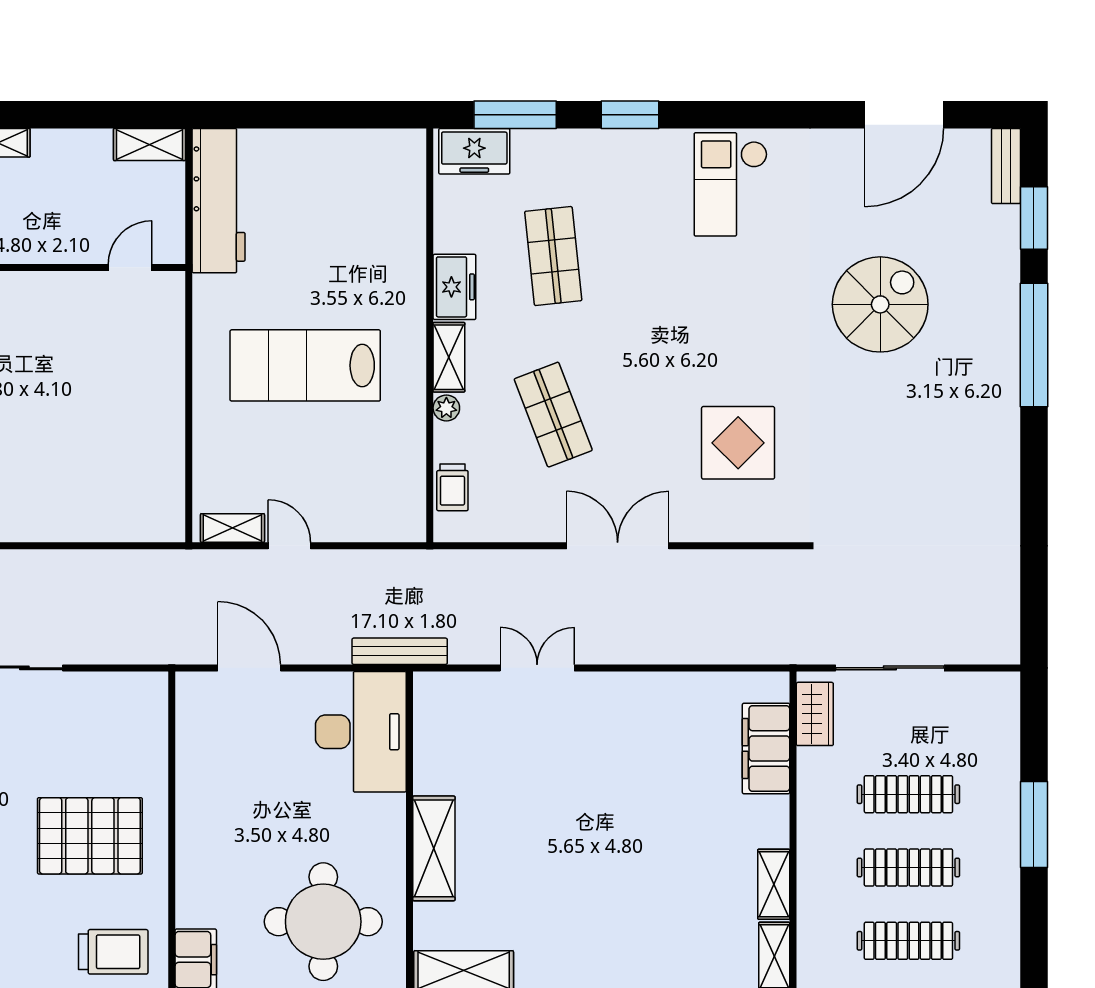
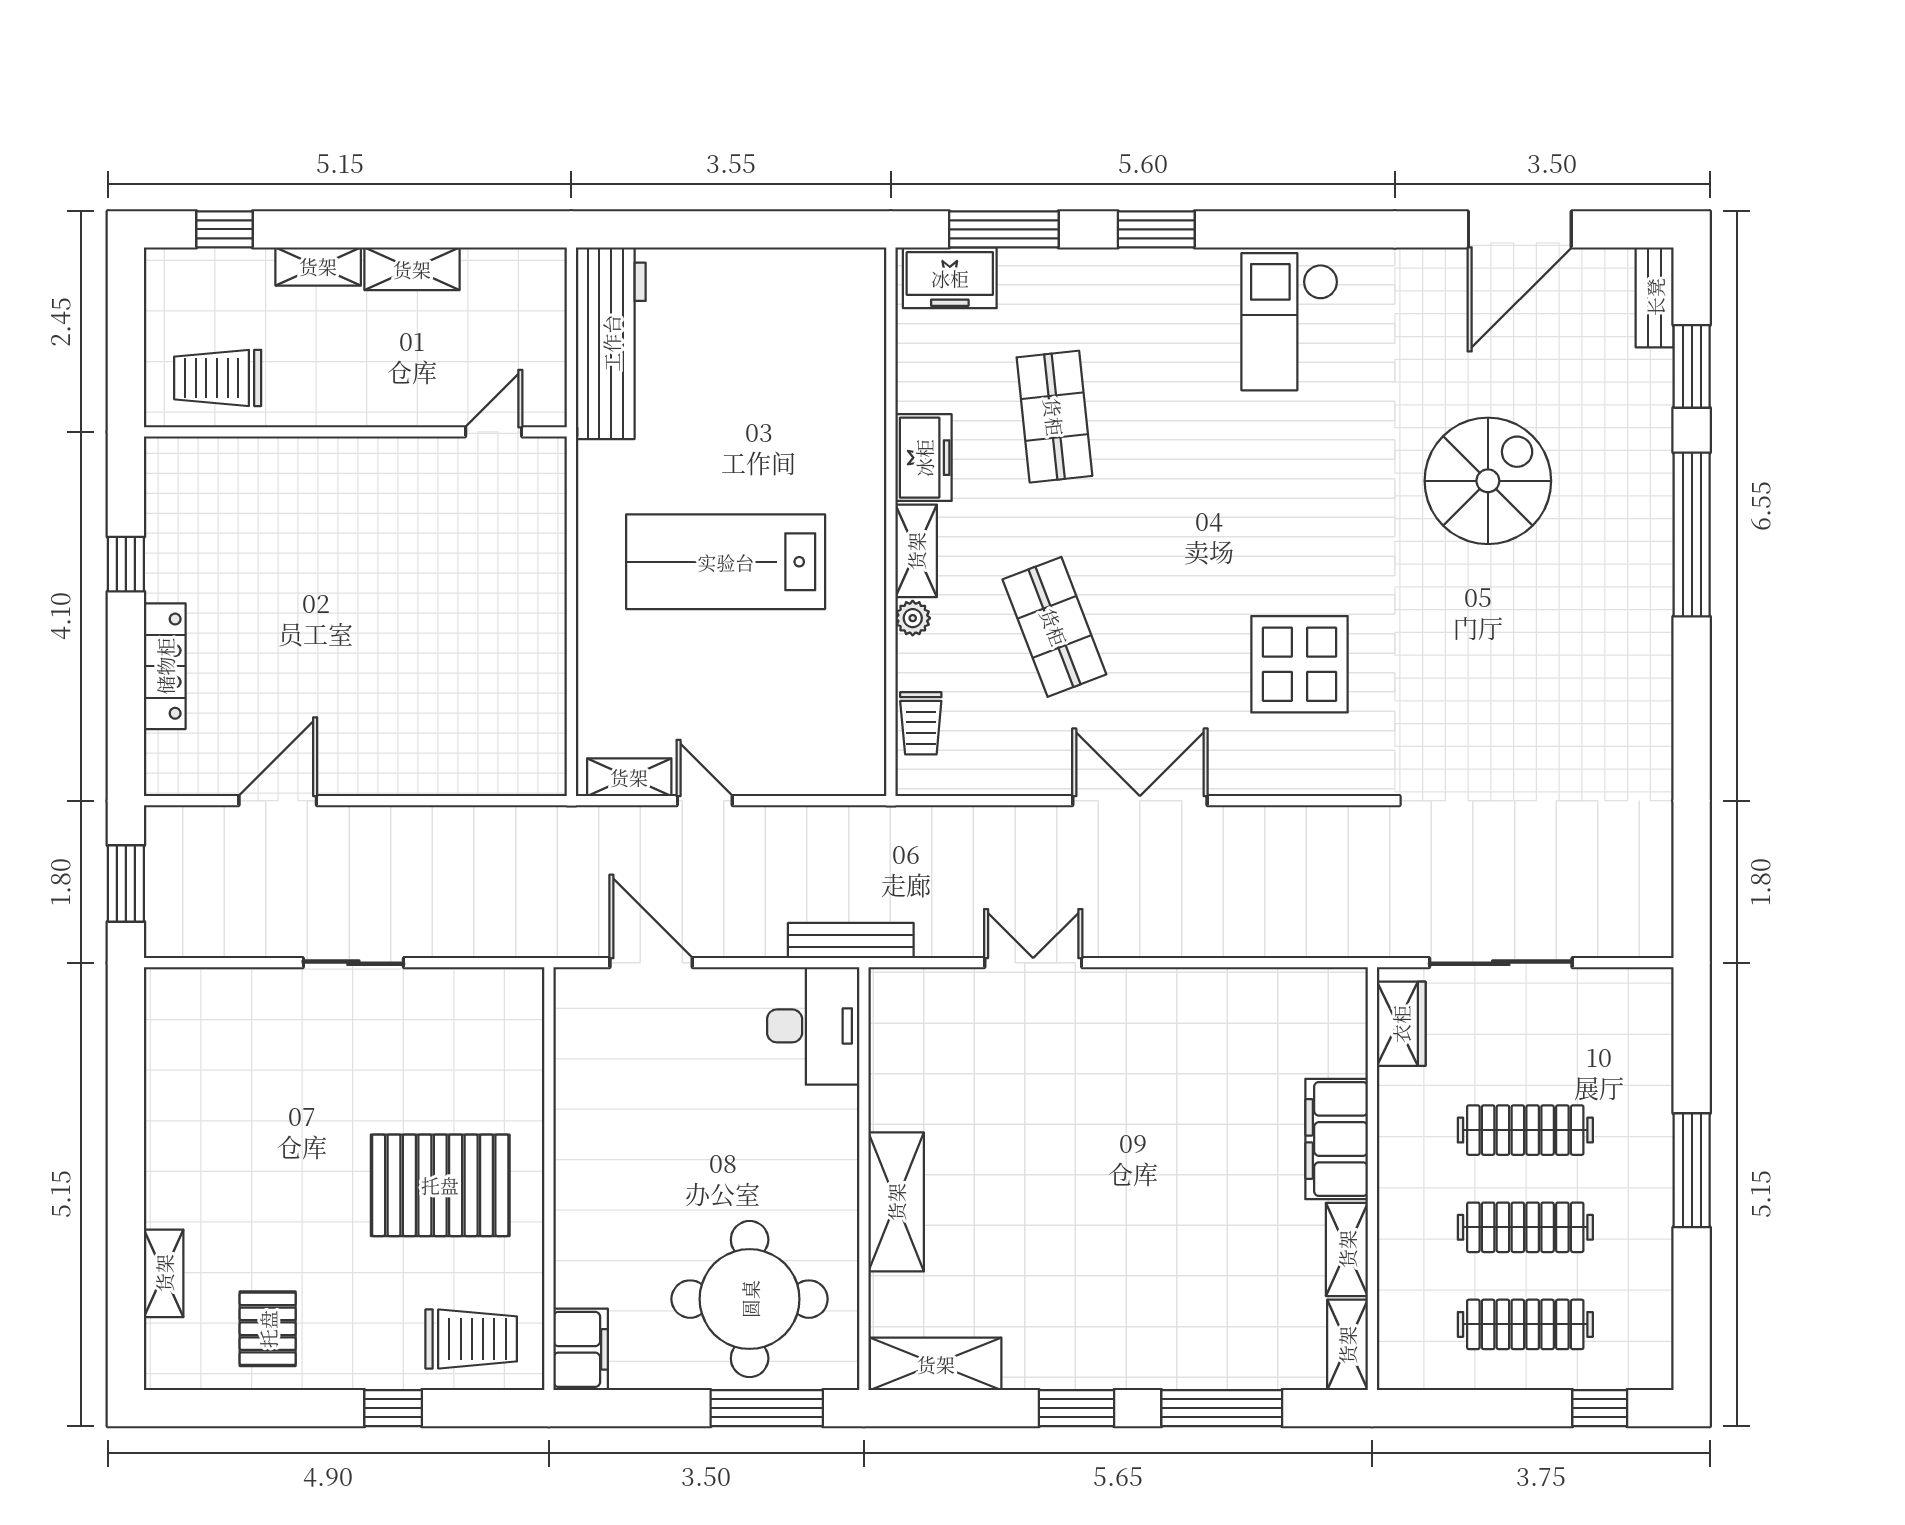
shelving: (150, 144) -> (412, 269), moved
desk: (361, 732) -> (813, 1026), width x0.73, depth x0.77
filing cabinet: (766, 748) -> (1337, 1139), moved

